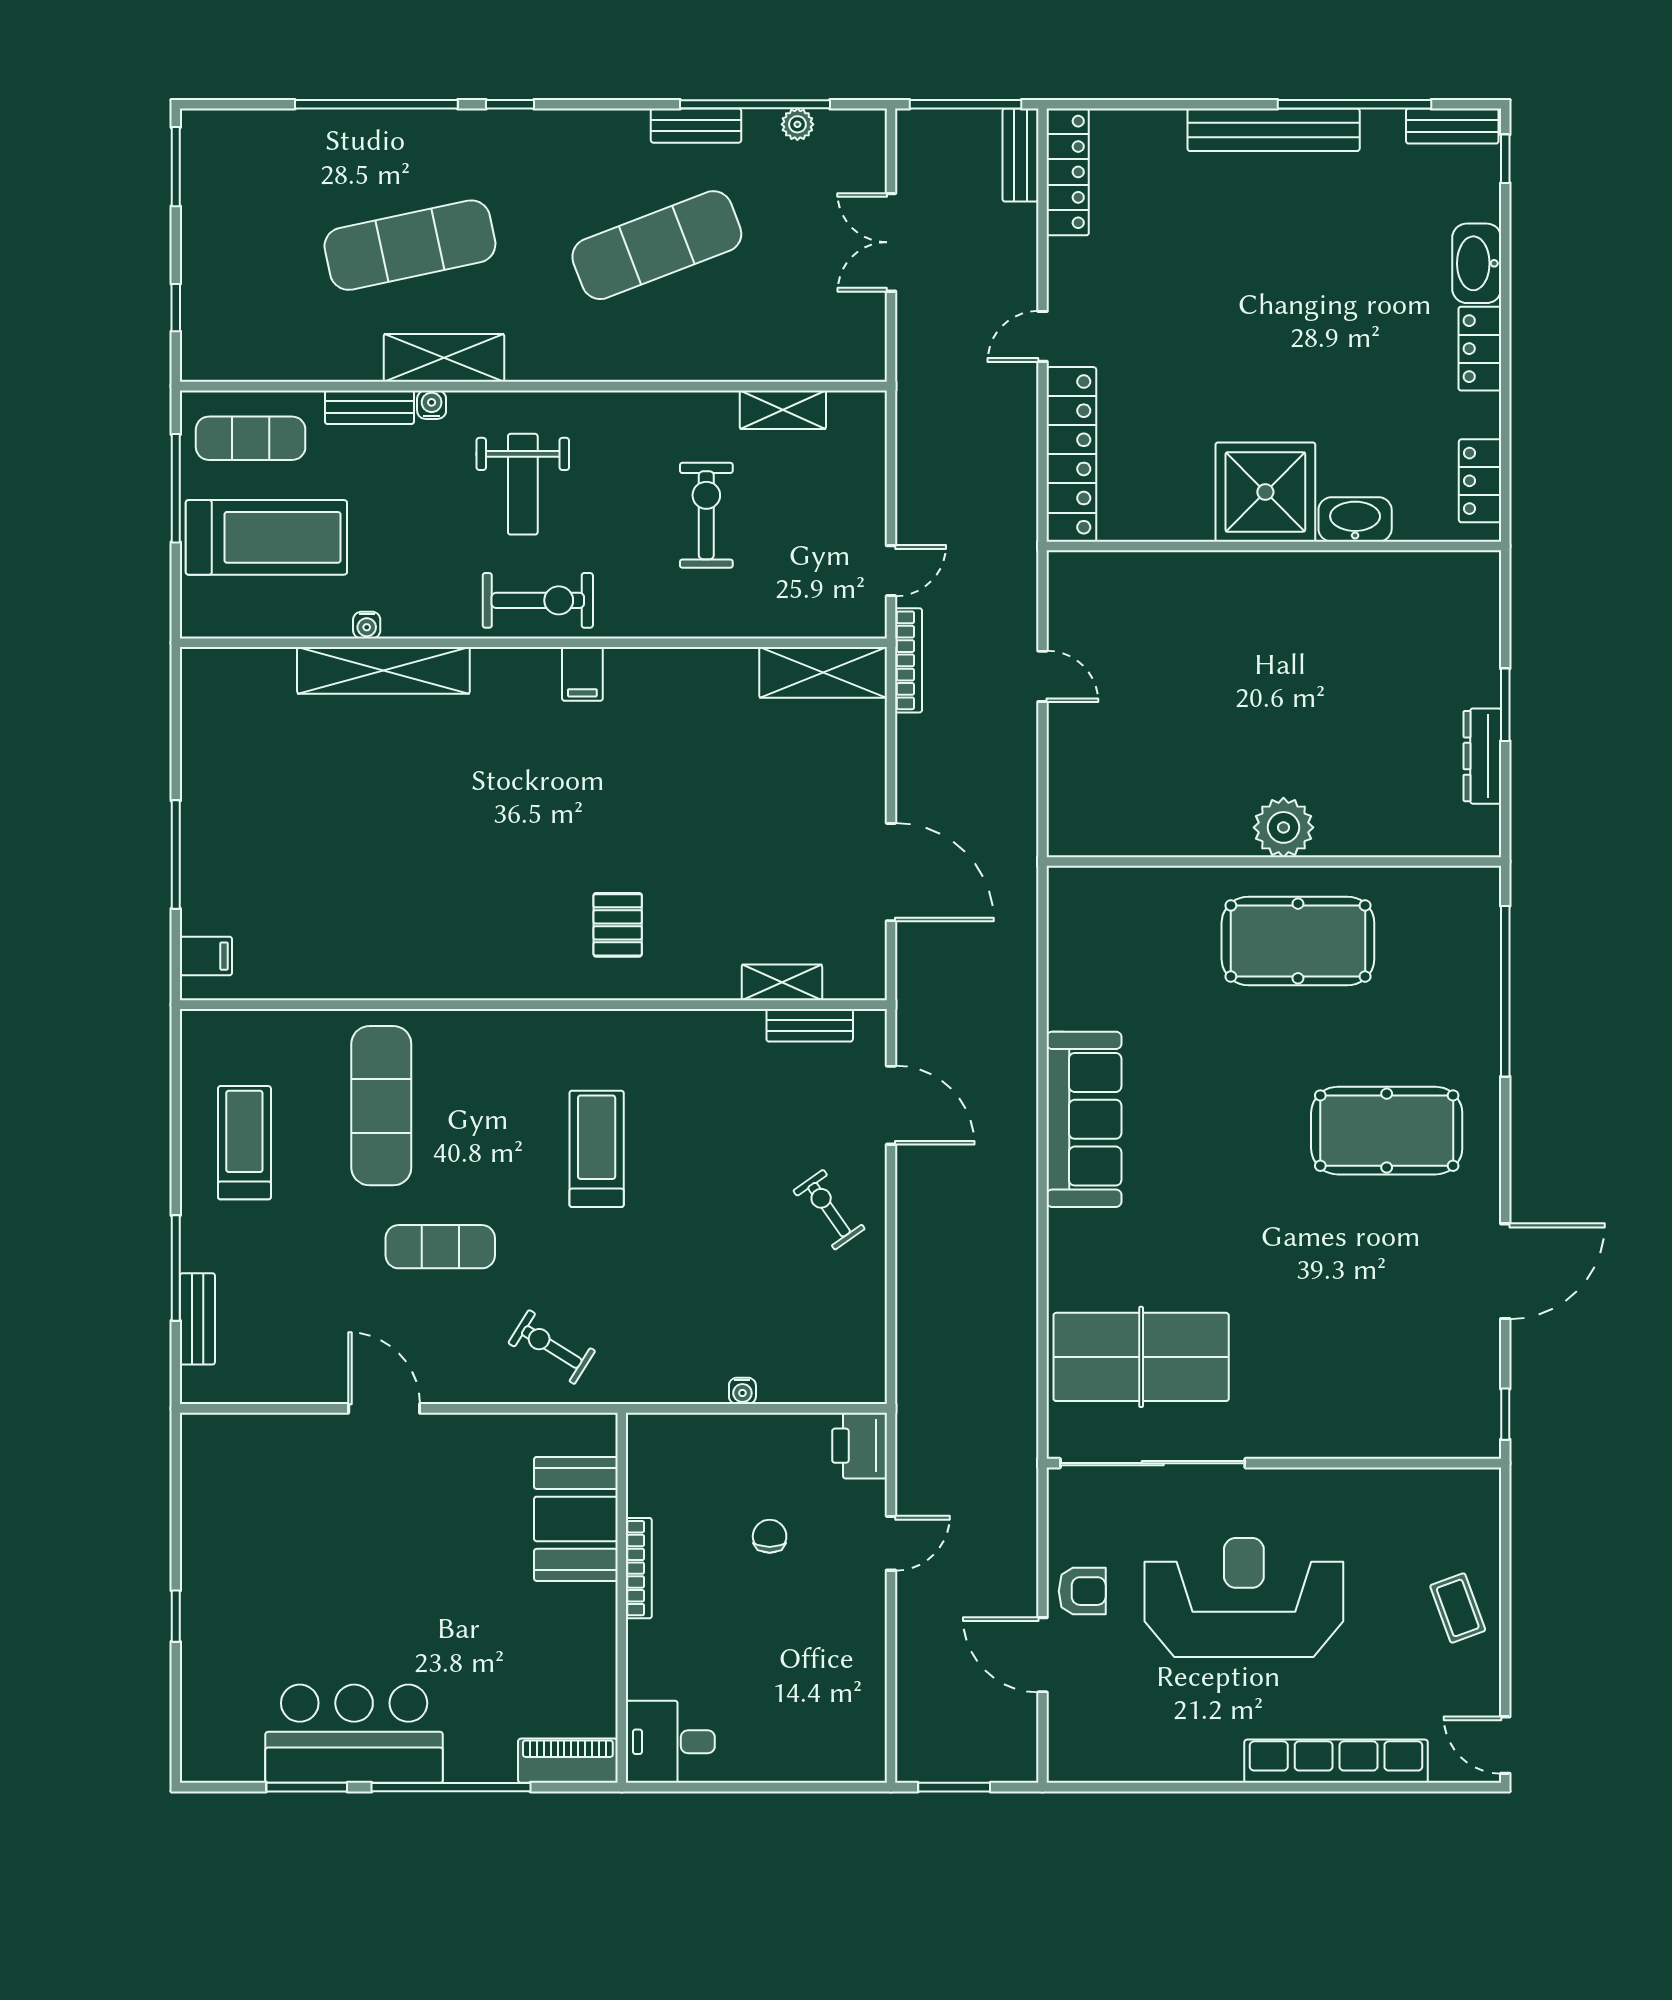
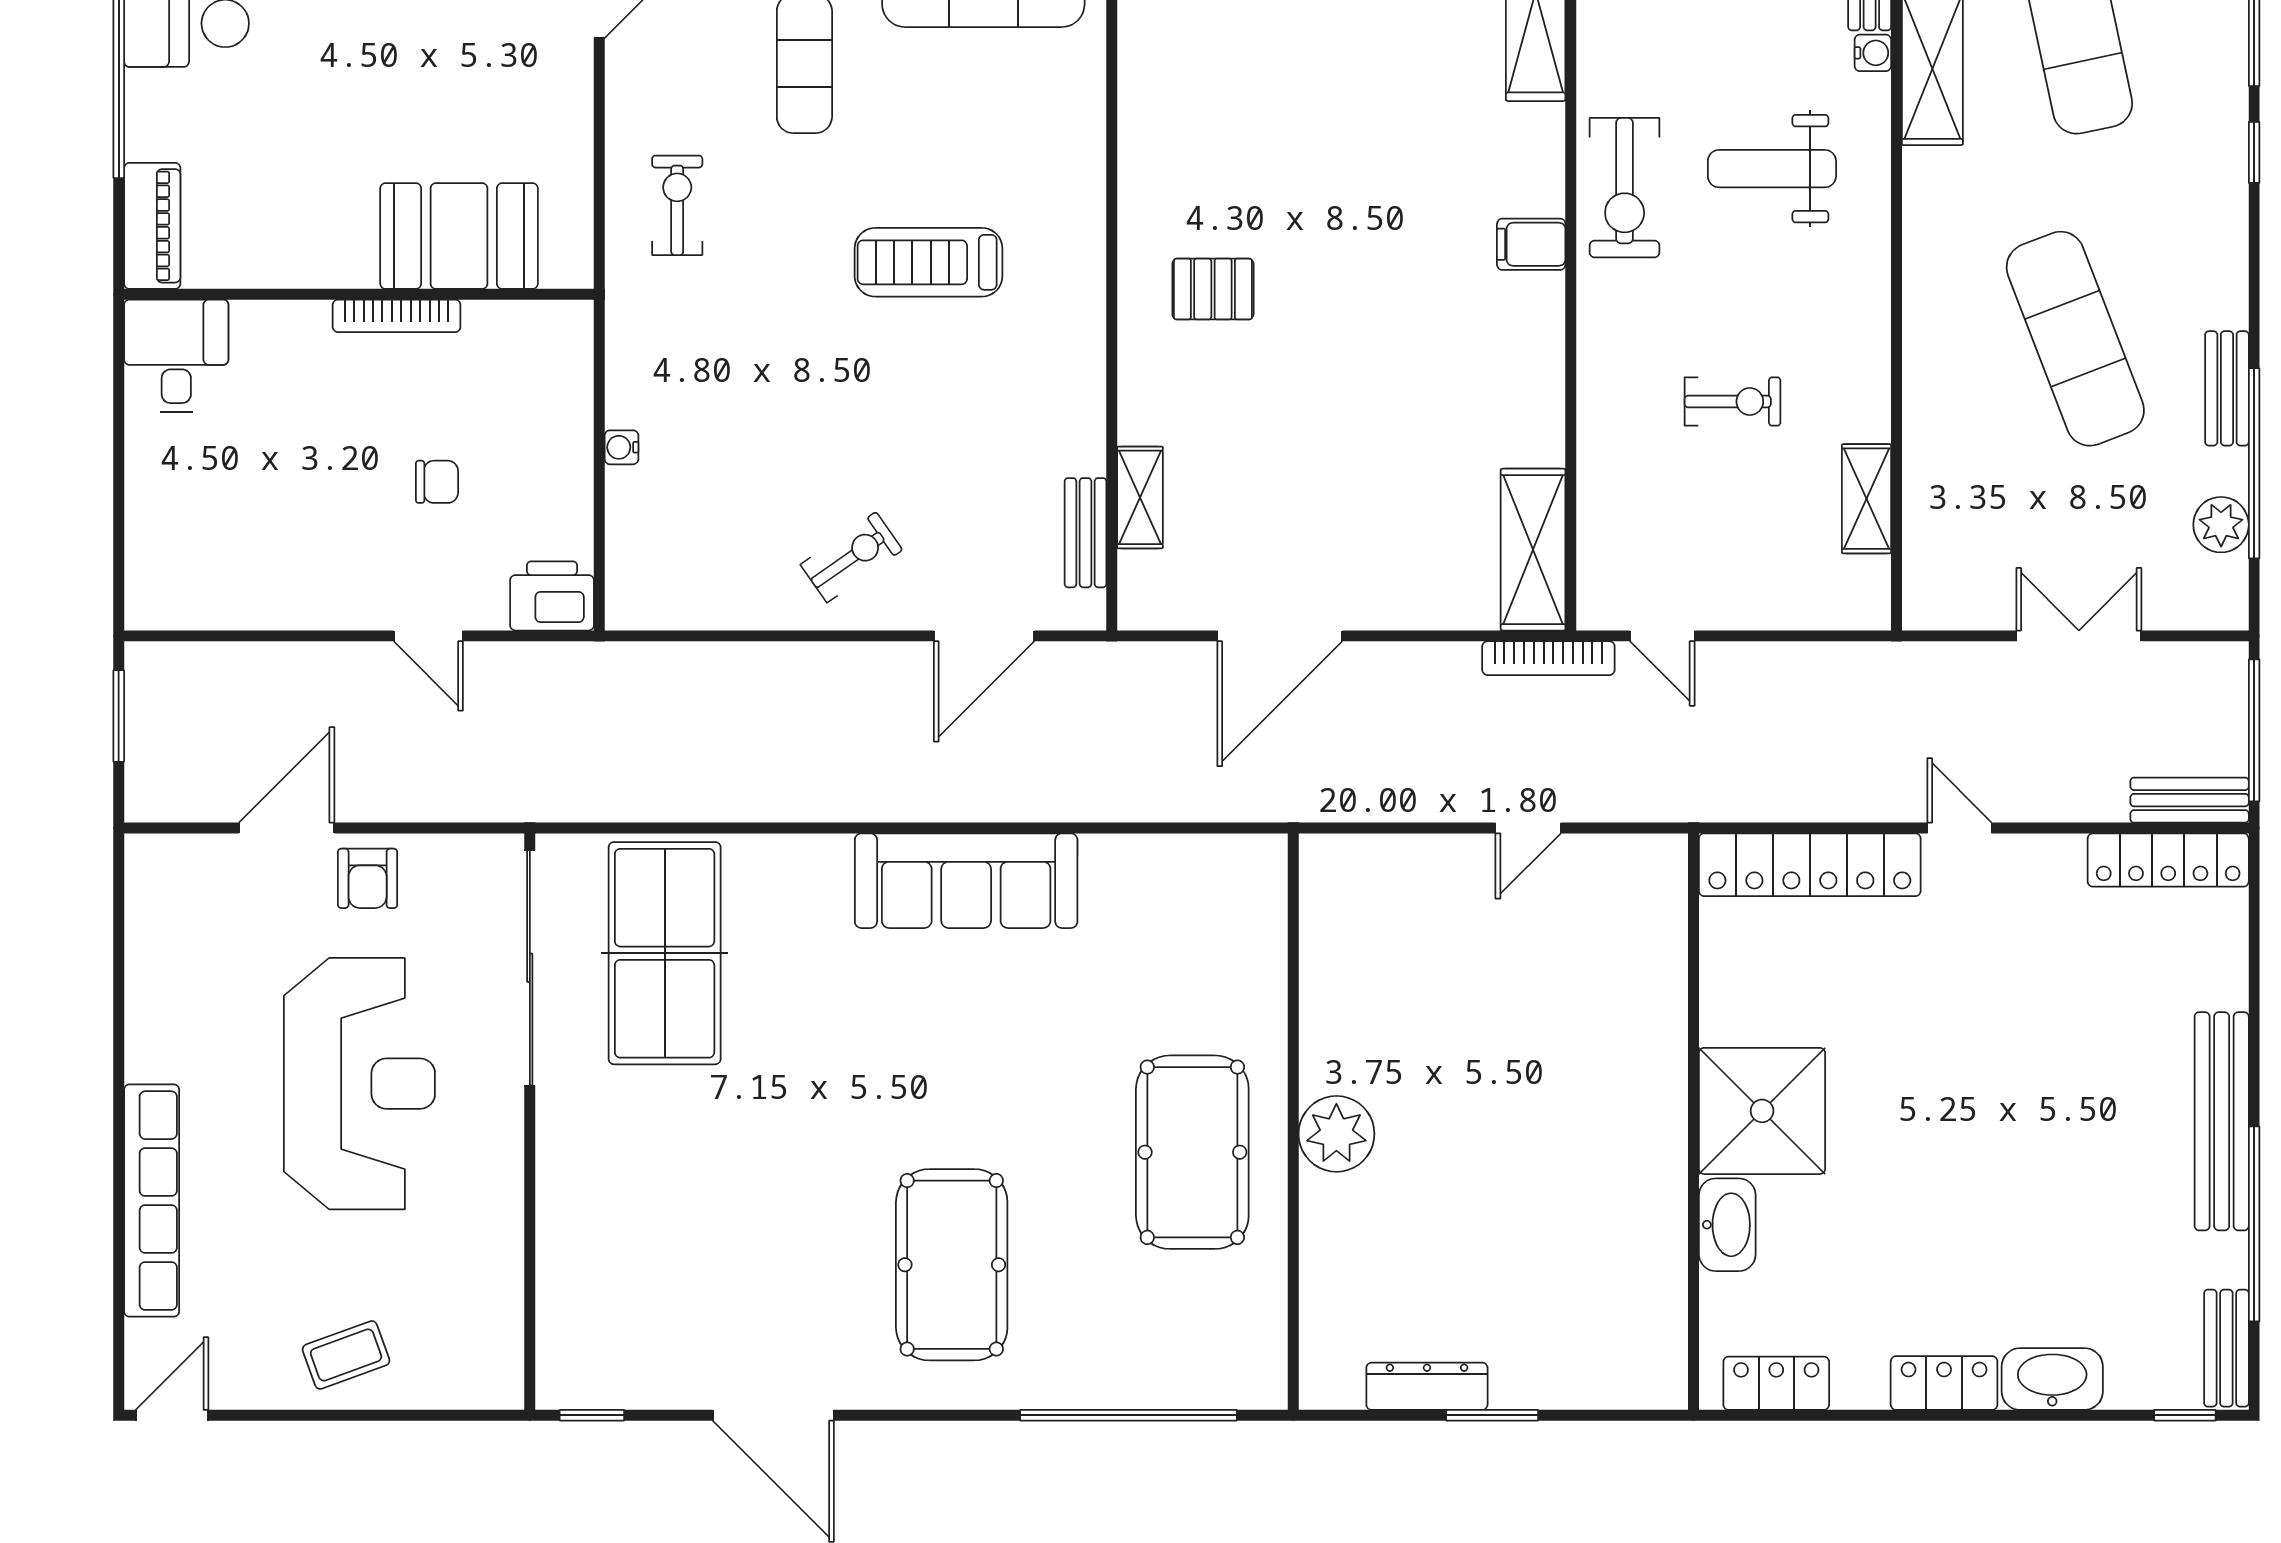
plant: (797, 124) -> (2221, 525), width x1.38, depth x1.38
exercise bike: (706, 515) -> (1733, 401), width x0.73, depth x0.72
treadmill: (597, 1149) -> (929, 262), turned 180
exercise bike: (552, 1347) -> (677, 205), turned -32

